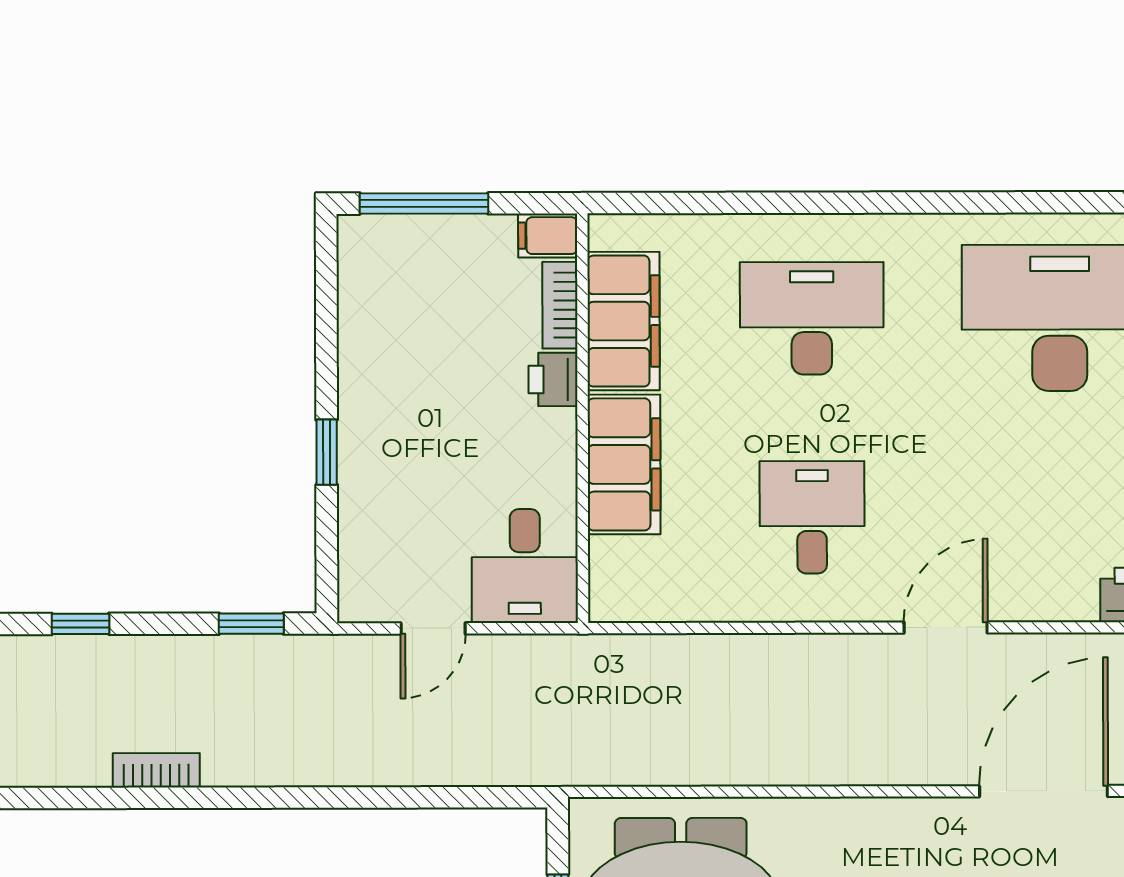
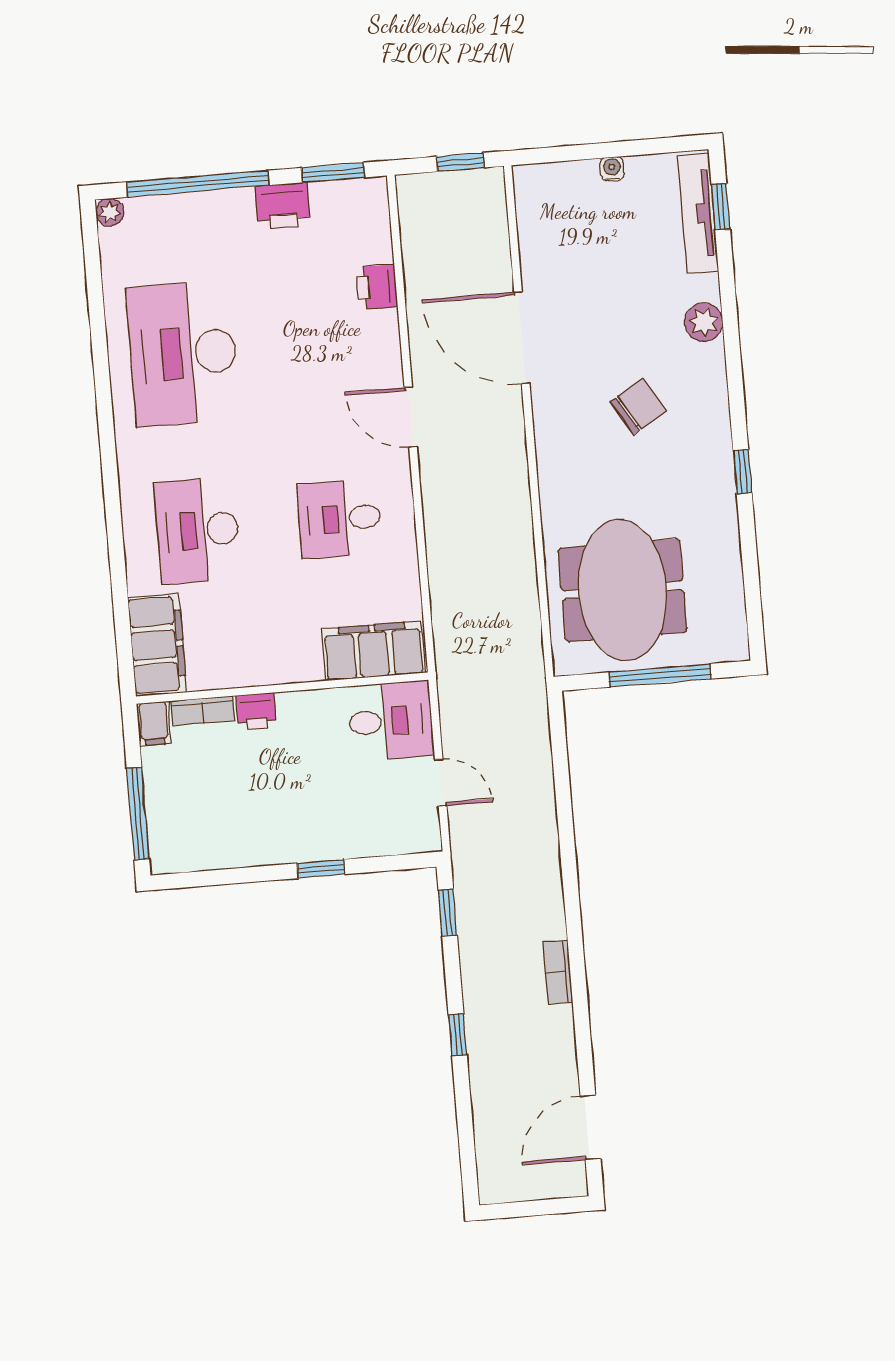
filing cabinet: (623, 321) -> (157, 645), moved, turned 90
filing cabinet: (624, 464) -> (374, 651), moved

